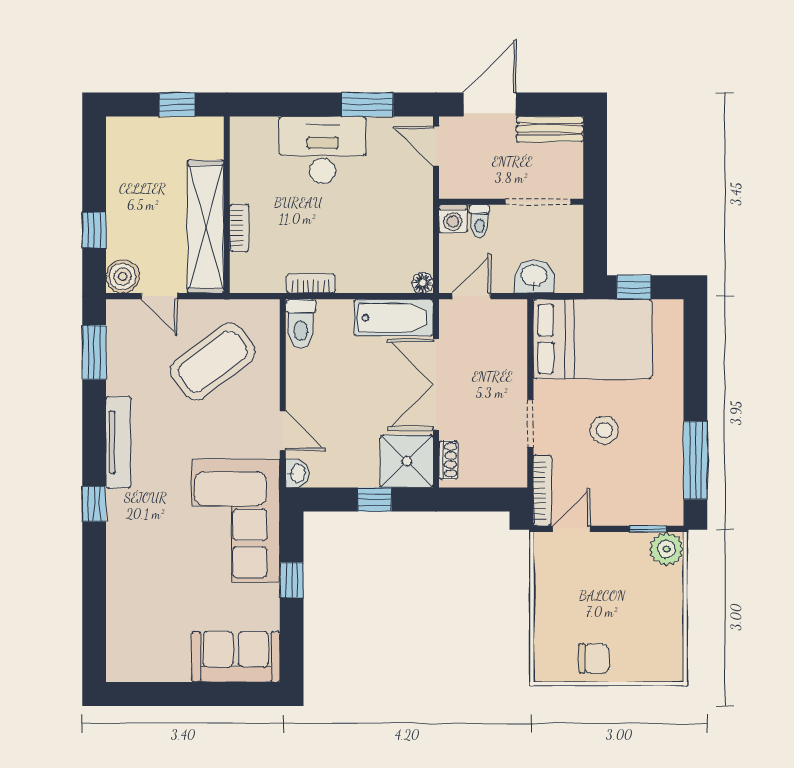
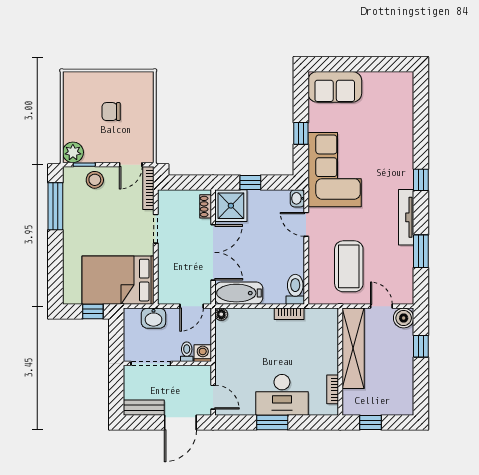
window: (368, 105) -> (272, 423), moved
bookcase: (239, 228) -> (333, 389), moved
window: (94, 352) -> (421, 251), moved
coffee table: (213, 362) -> (349, 266), turned -53
stool: (604, 430) -> (95, 180), moved
chair: (594, 658) -> (111, 112), moved

